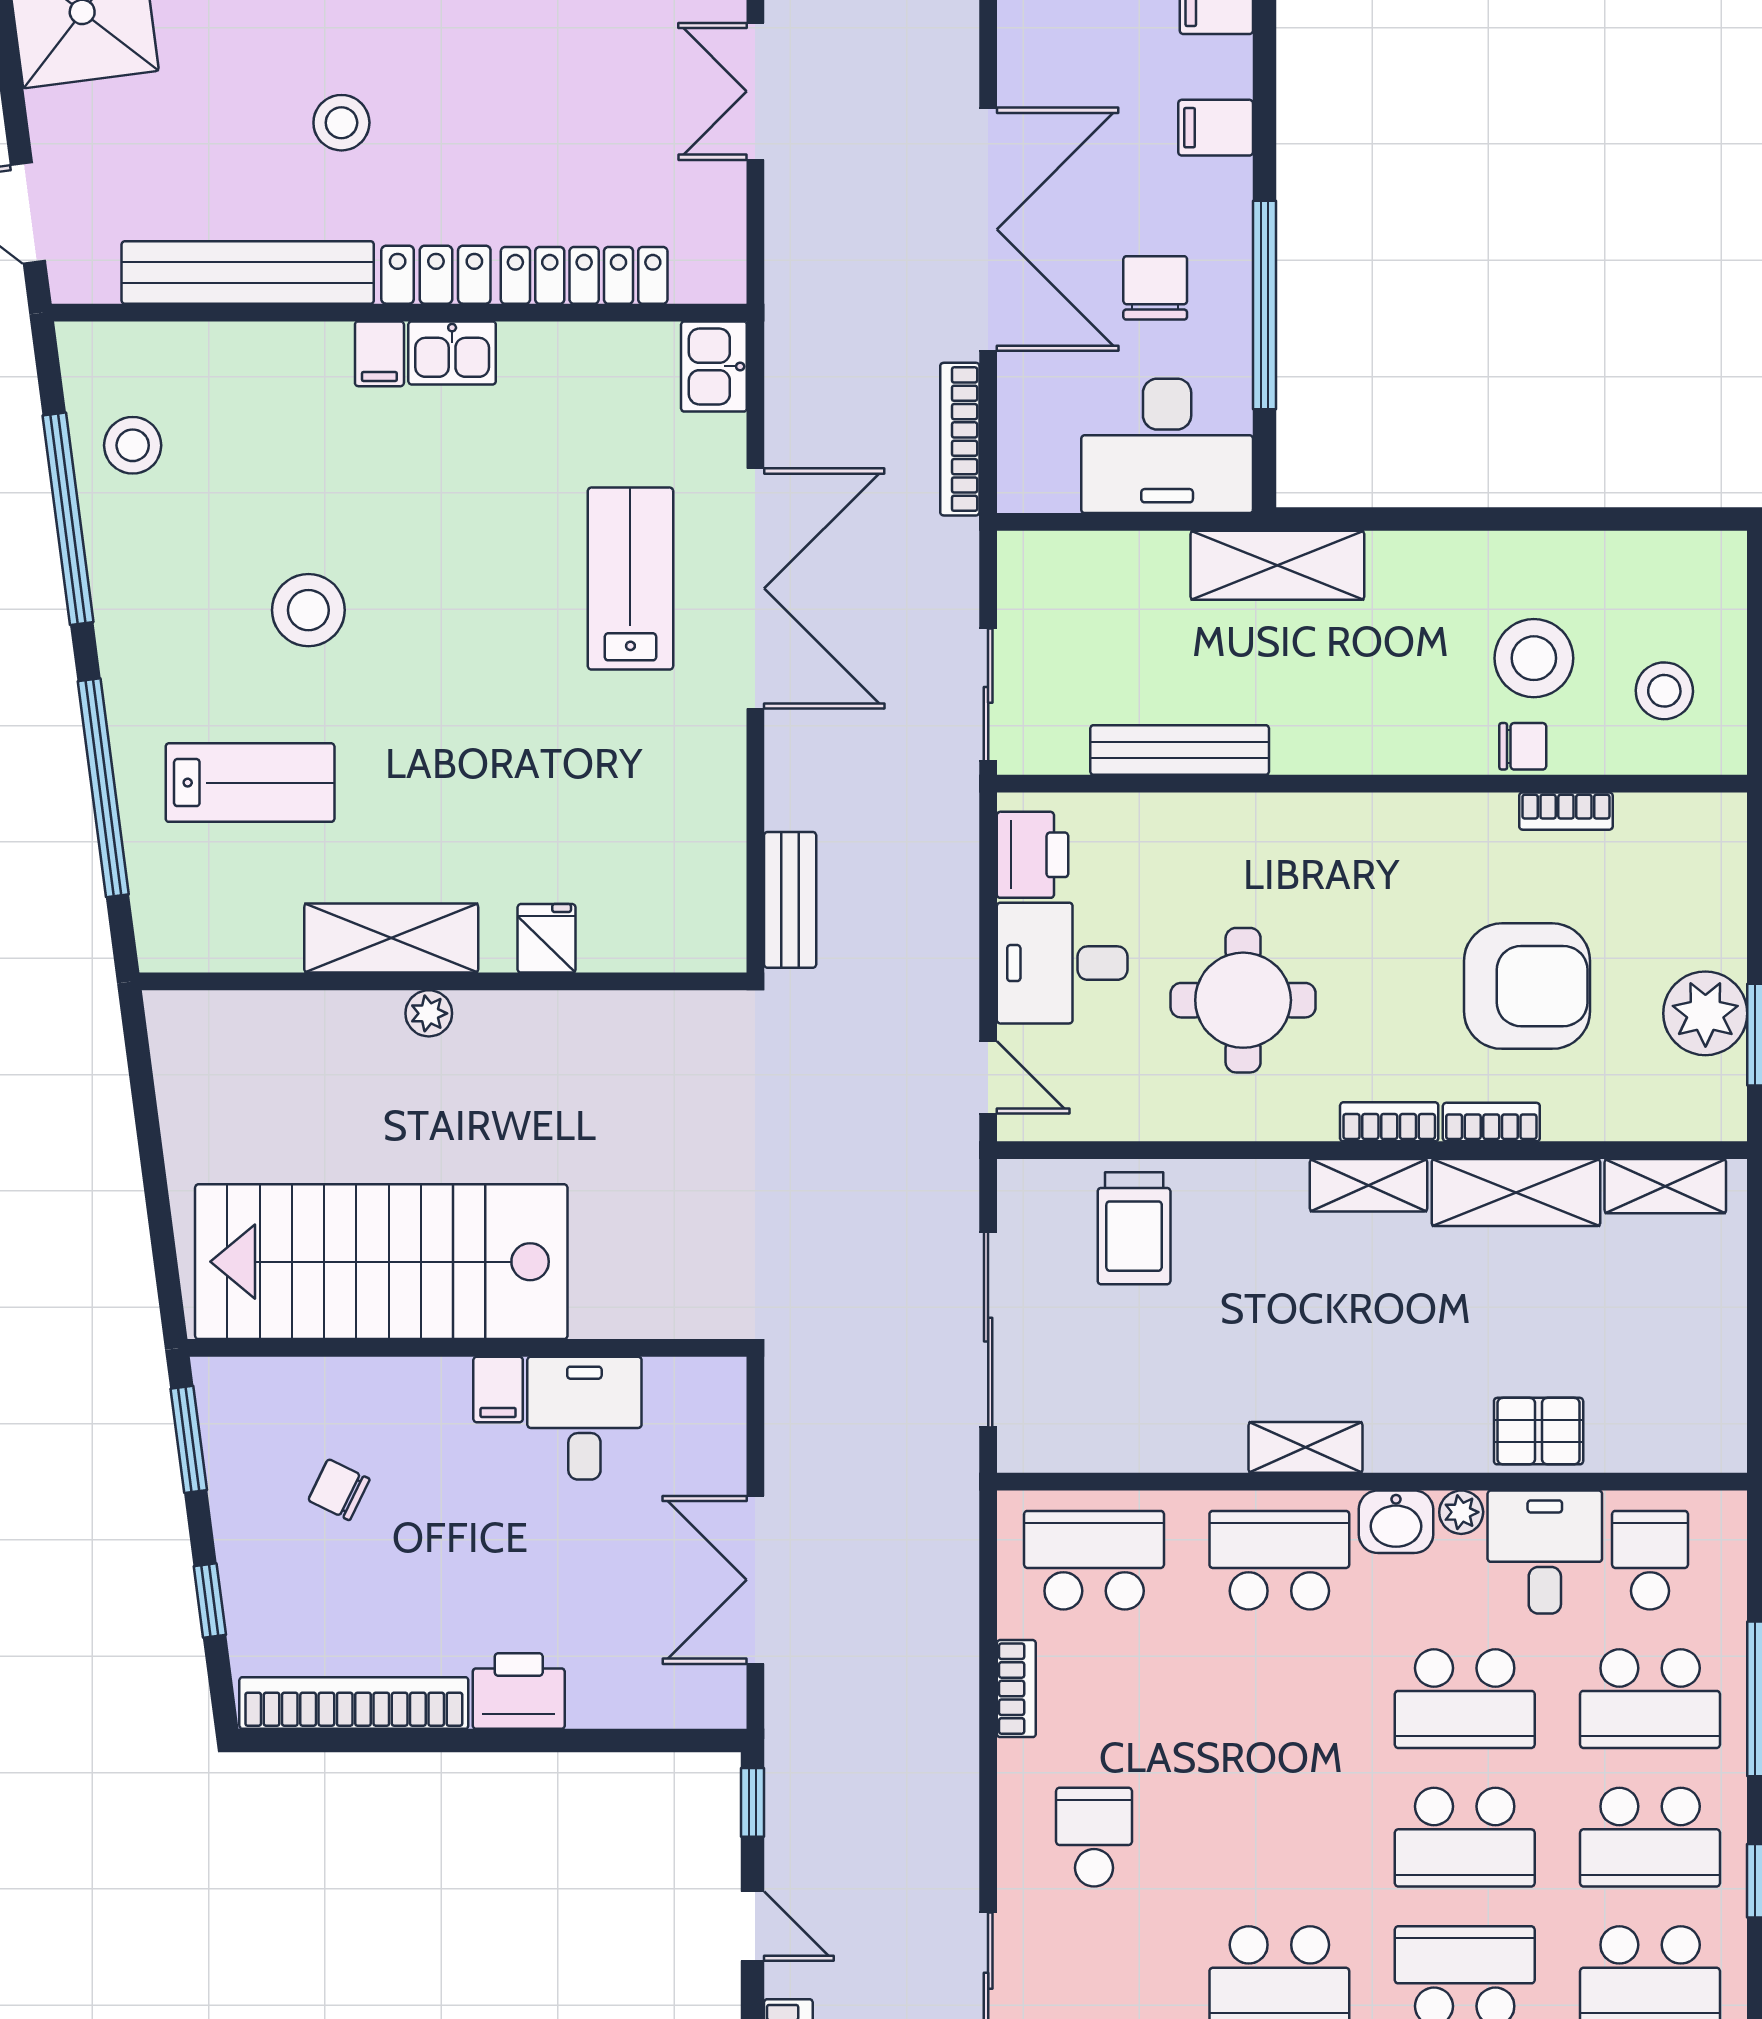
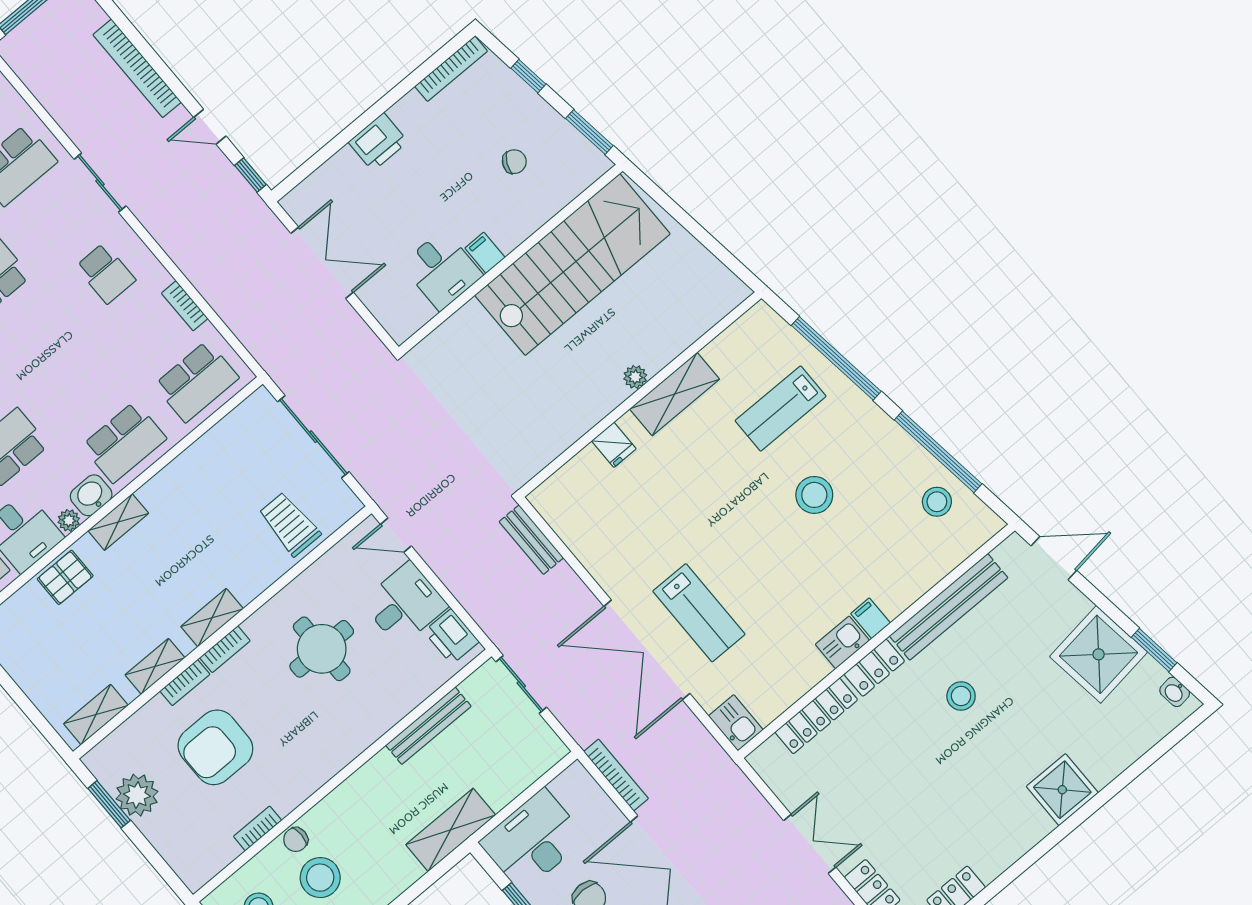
shelving: (1516, 1193) -> (155, 666), width x0.67, depth x0.75
shelving: (1306, 1447) -> (118, 522), moved
bookcase: (354, 1703) -> (451, 69), width x0.68, depth x0.76

